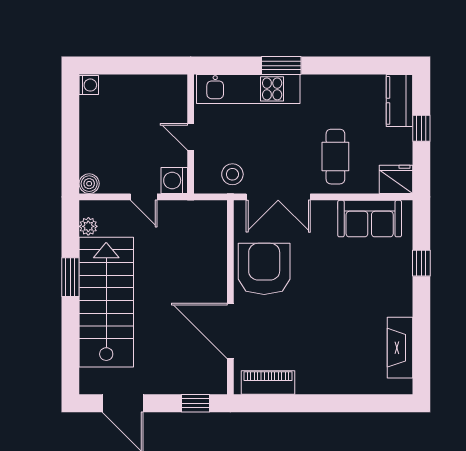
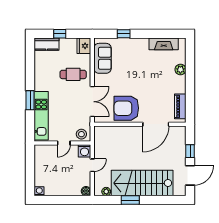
stool: (232, 174) -> (81, 134), moved
plant: (346, 383) -> (180, 69), added
window: (195, 403) -> (190, 151), moved

